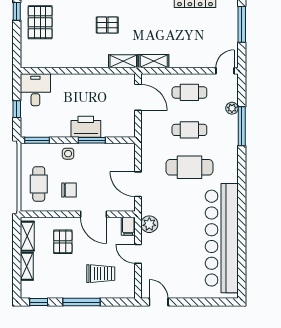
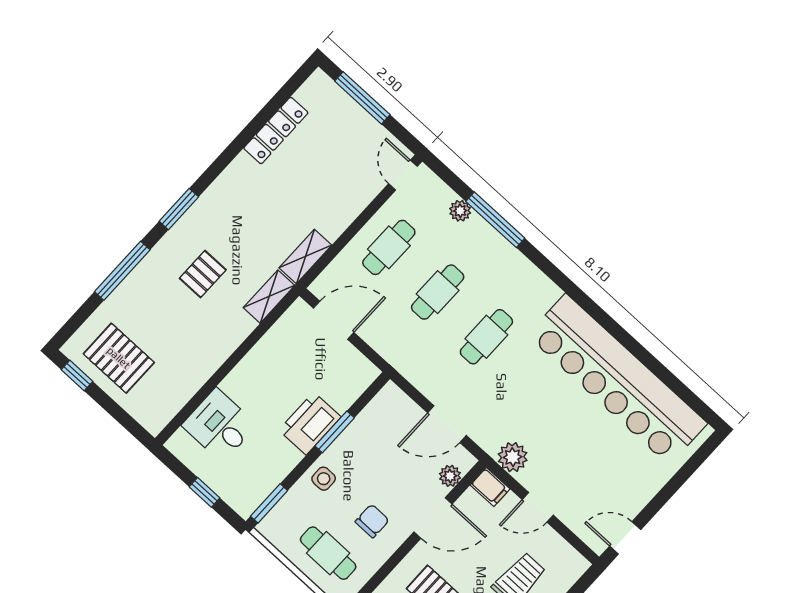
desk: (35, 90) -> (219, 425), moved
cafe table: (189, 167) -> (486, 337), width x0.73, depth x0.74
plant: (118, 205) -> (450, 476), added

